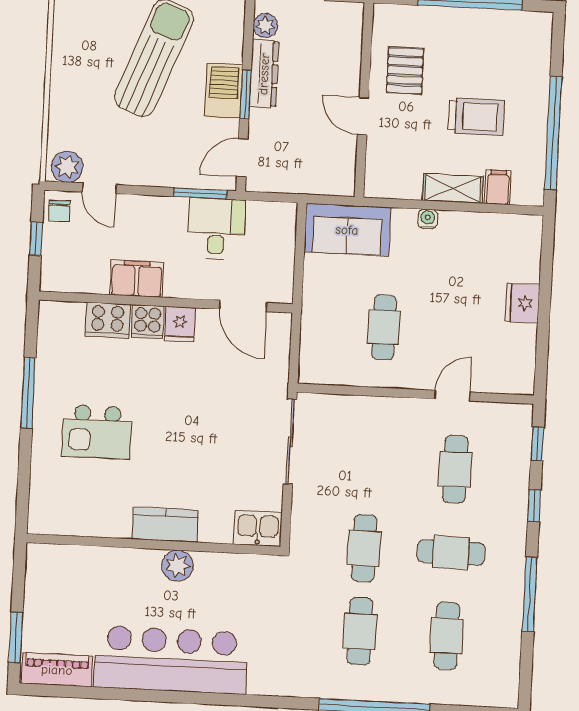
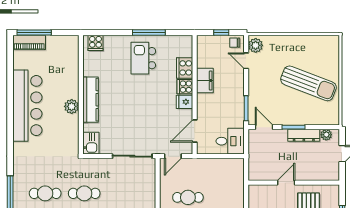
barbecue: (224, 91) -> (295, 117), removed
door: (99, 188) -> (246, 61), hinge flipped
desk: (216, 229) -> (230, 141), moved
sofa: (347, 230) -> (233, 178), removed
door: (294, 355) -> (173, 156), added
kitchen island: (97, 432) -> (143, 58), moved
cooker: (44, 508) -> (95, 43), added
kitchen counter: (165, 525) -> (90, 100), width x1.50
window: (16, 637) -> (34, 32), width x1.44
piano: (57, 670) -> (29, 42), moved, turned 90

